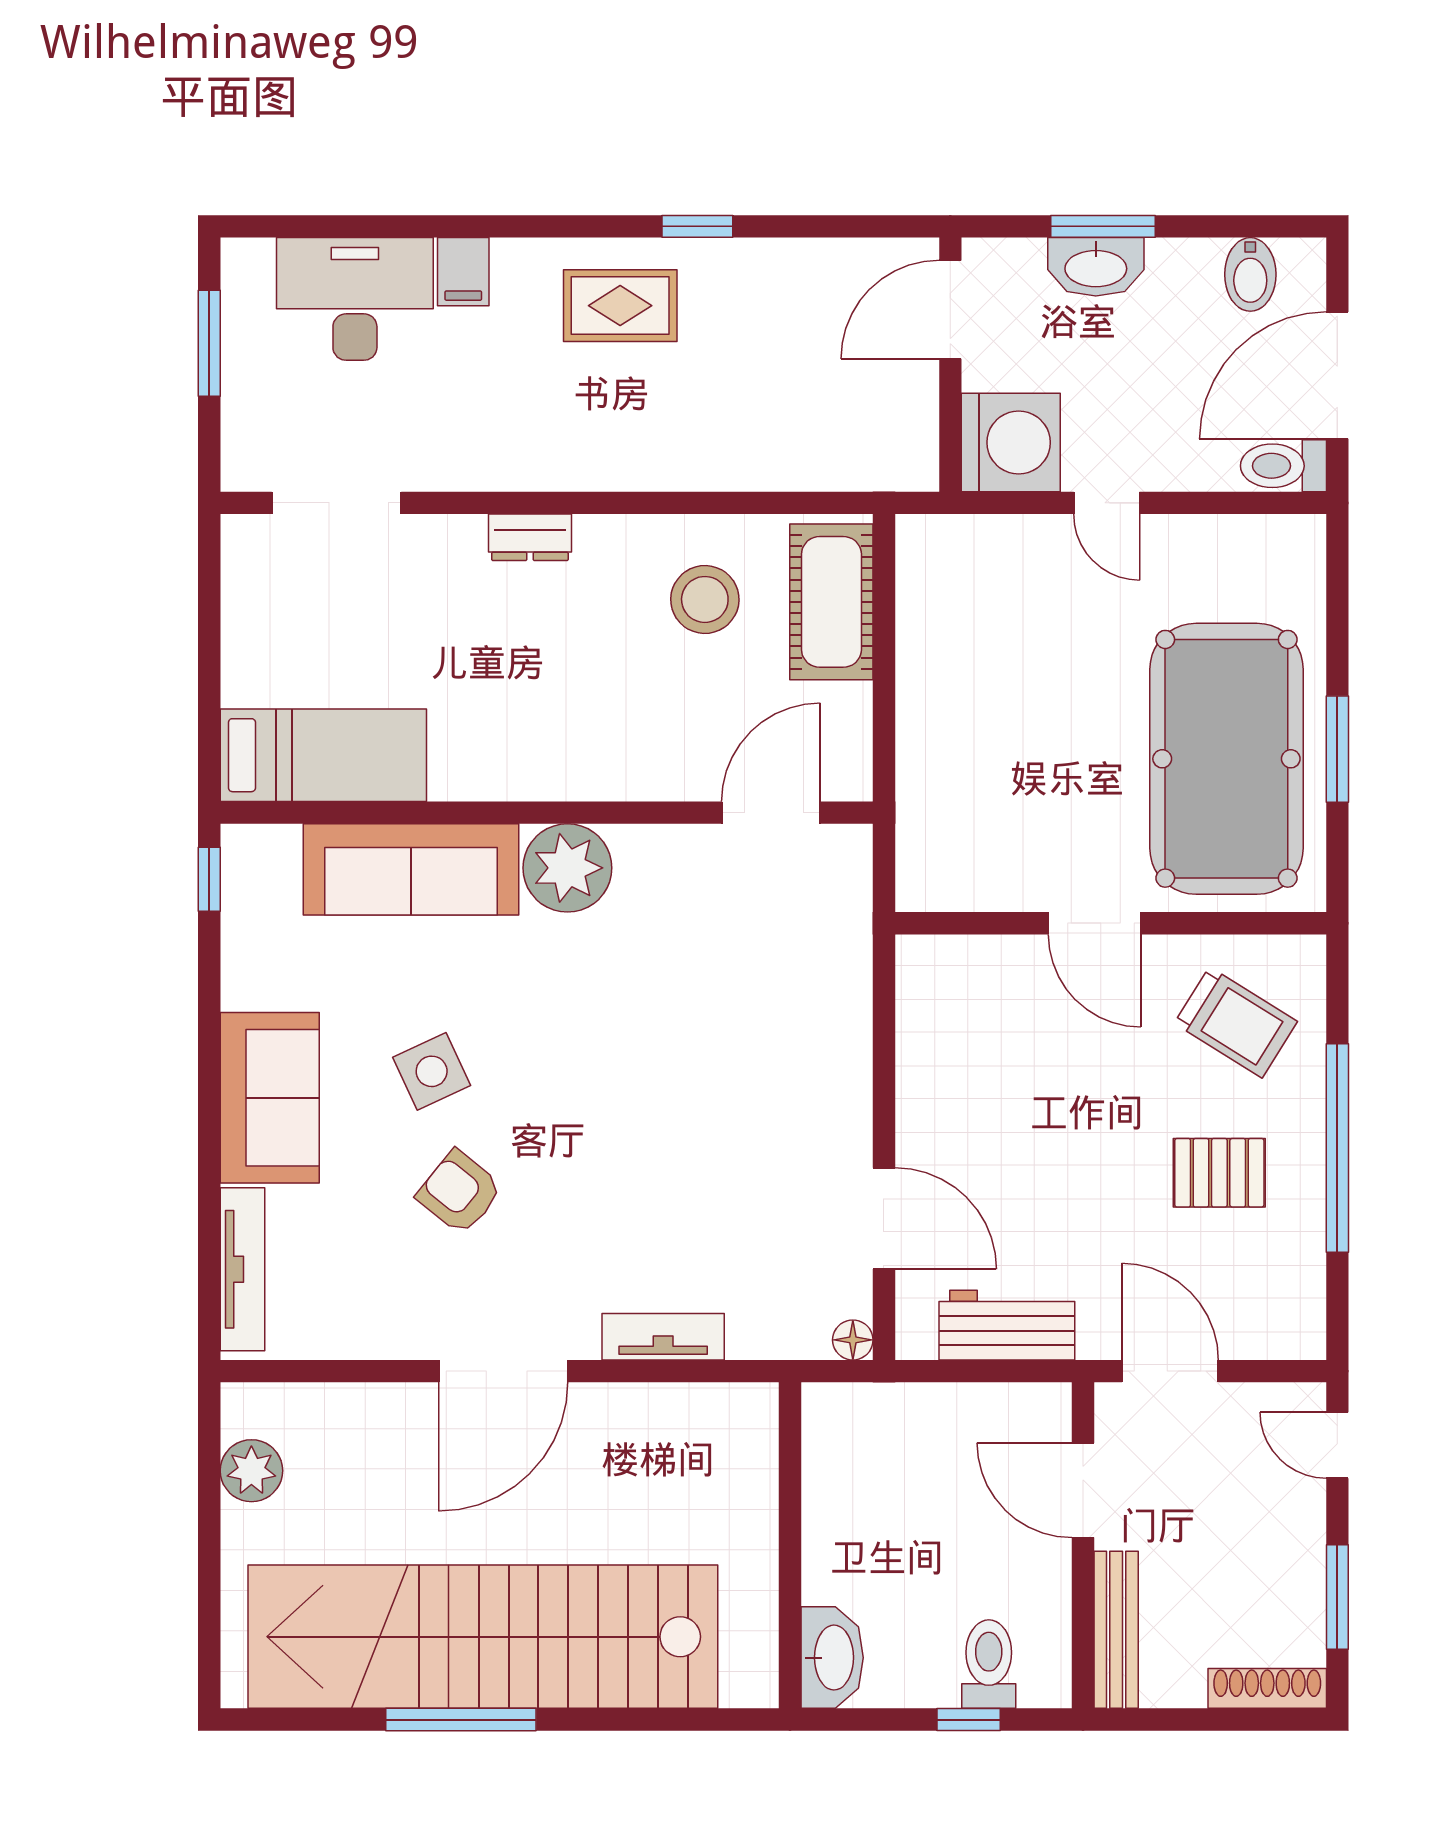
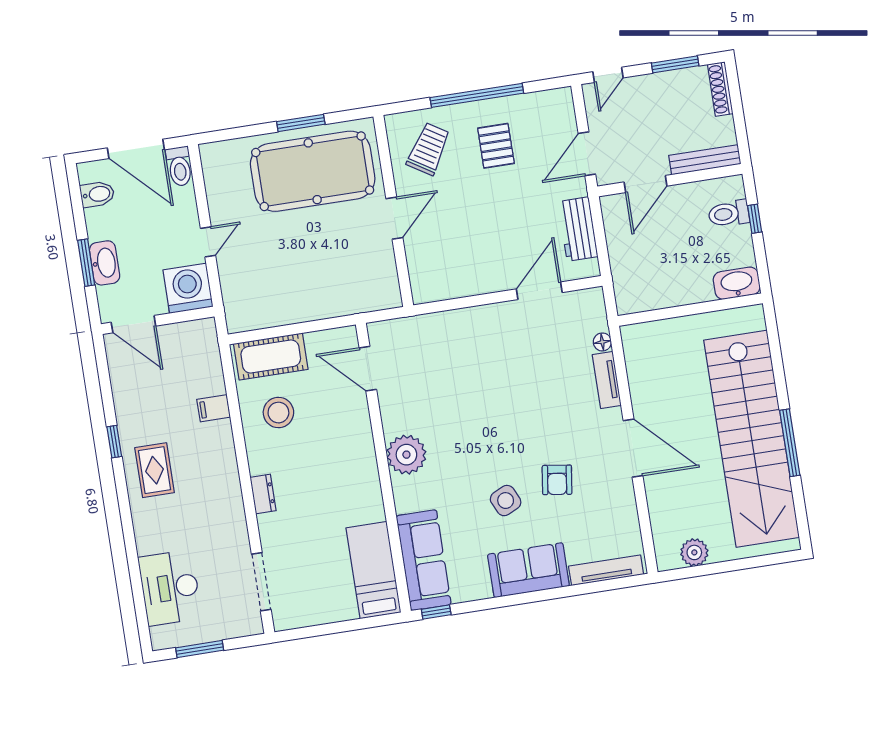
filing cabinet: (463, 272) -> (214, 408), moved, turned 180
sofa: (411, 869) -> (424, 560), moved
armchair: (459, 1192) -> (557, 480), turned -31
floor lamp: (853, 1340) -> (602, 342), moved

